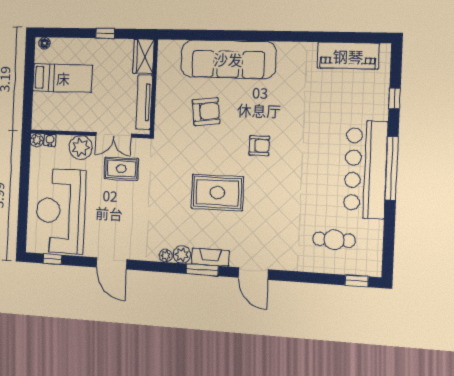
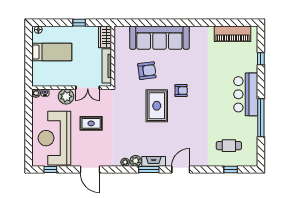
window: (392, 168) -> (261, 118), moved
rug: (121, 169) -> (91, 123), moved
bar counter: (366, 169) -> (246, 94), width x0.73
rug: (217, 193) -> (157, 106), moved, turned 90
door: (253, 274) -> (181, 170), swing flipped
window: (357, 281) -> (231, 170), moved

